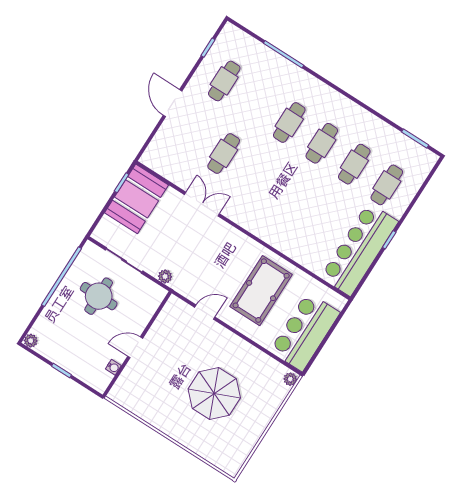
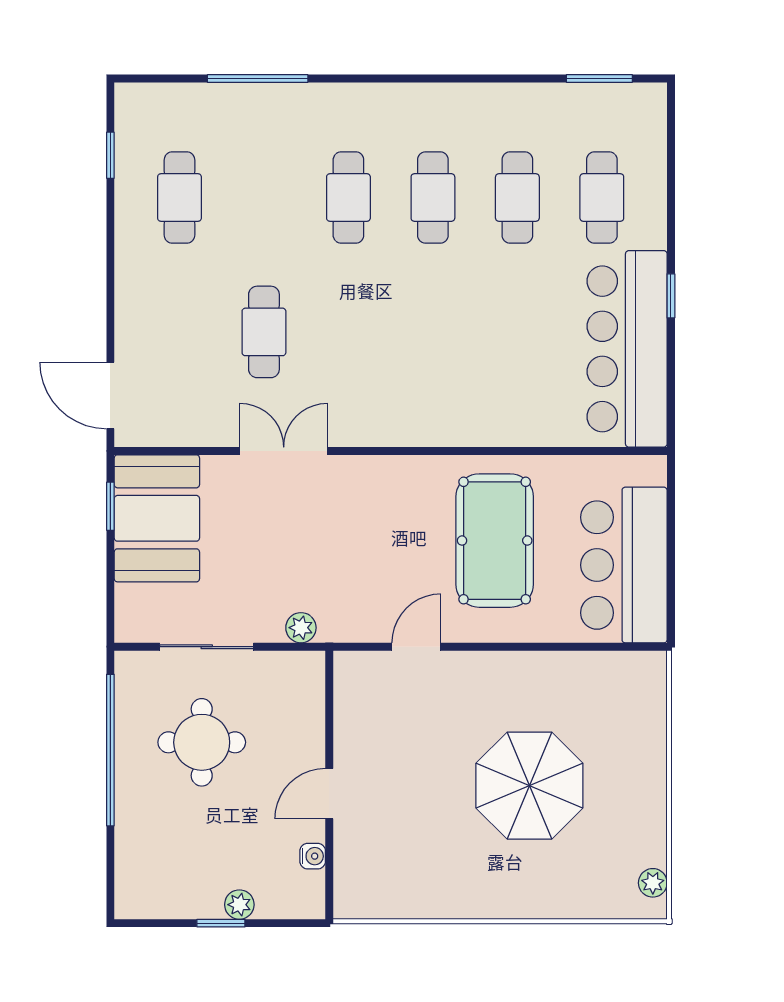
door: (173, 103) -> (110, 395), moved
plant: (31, 341) -> (239, 905), moved
plant: (290, 379) -> (653, 883), moved

